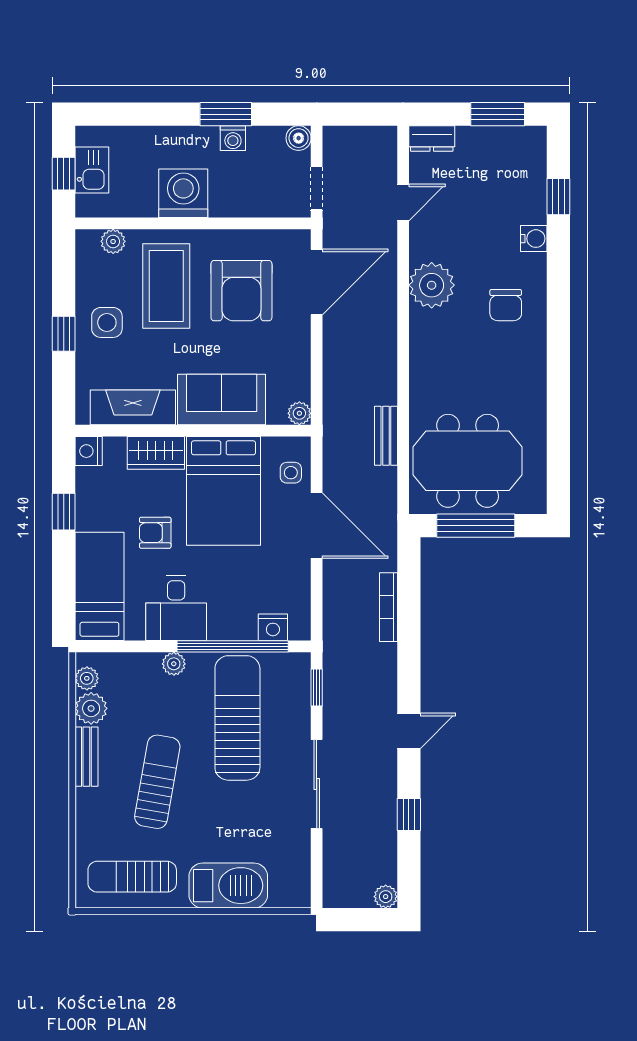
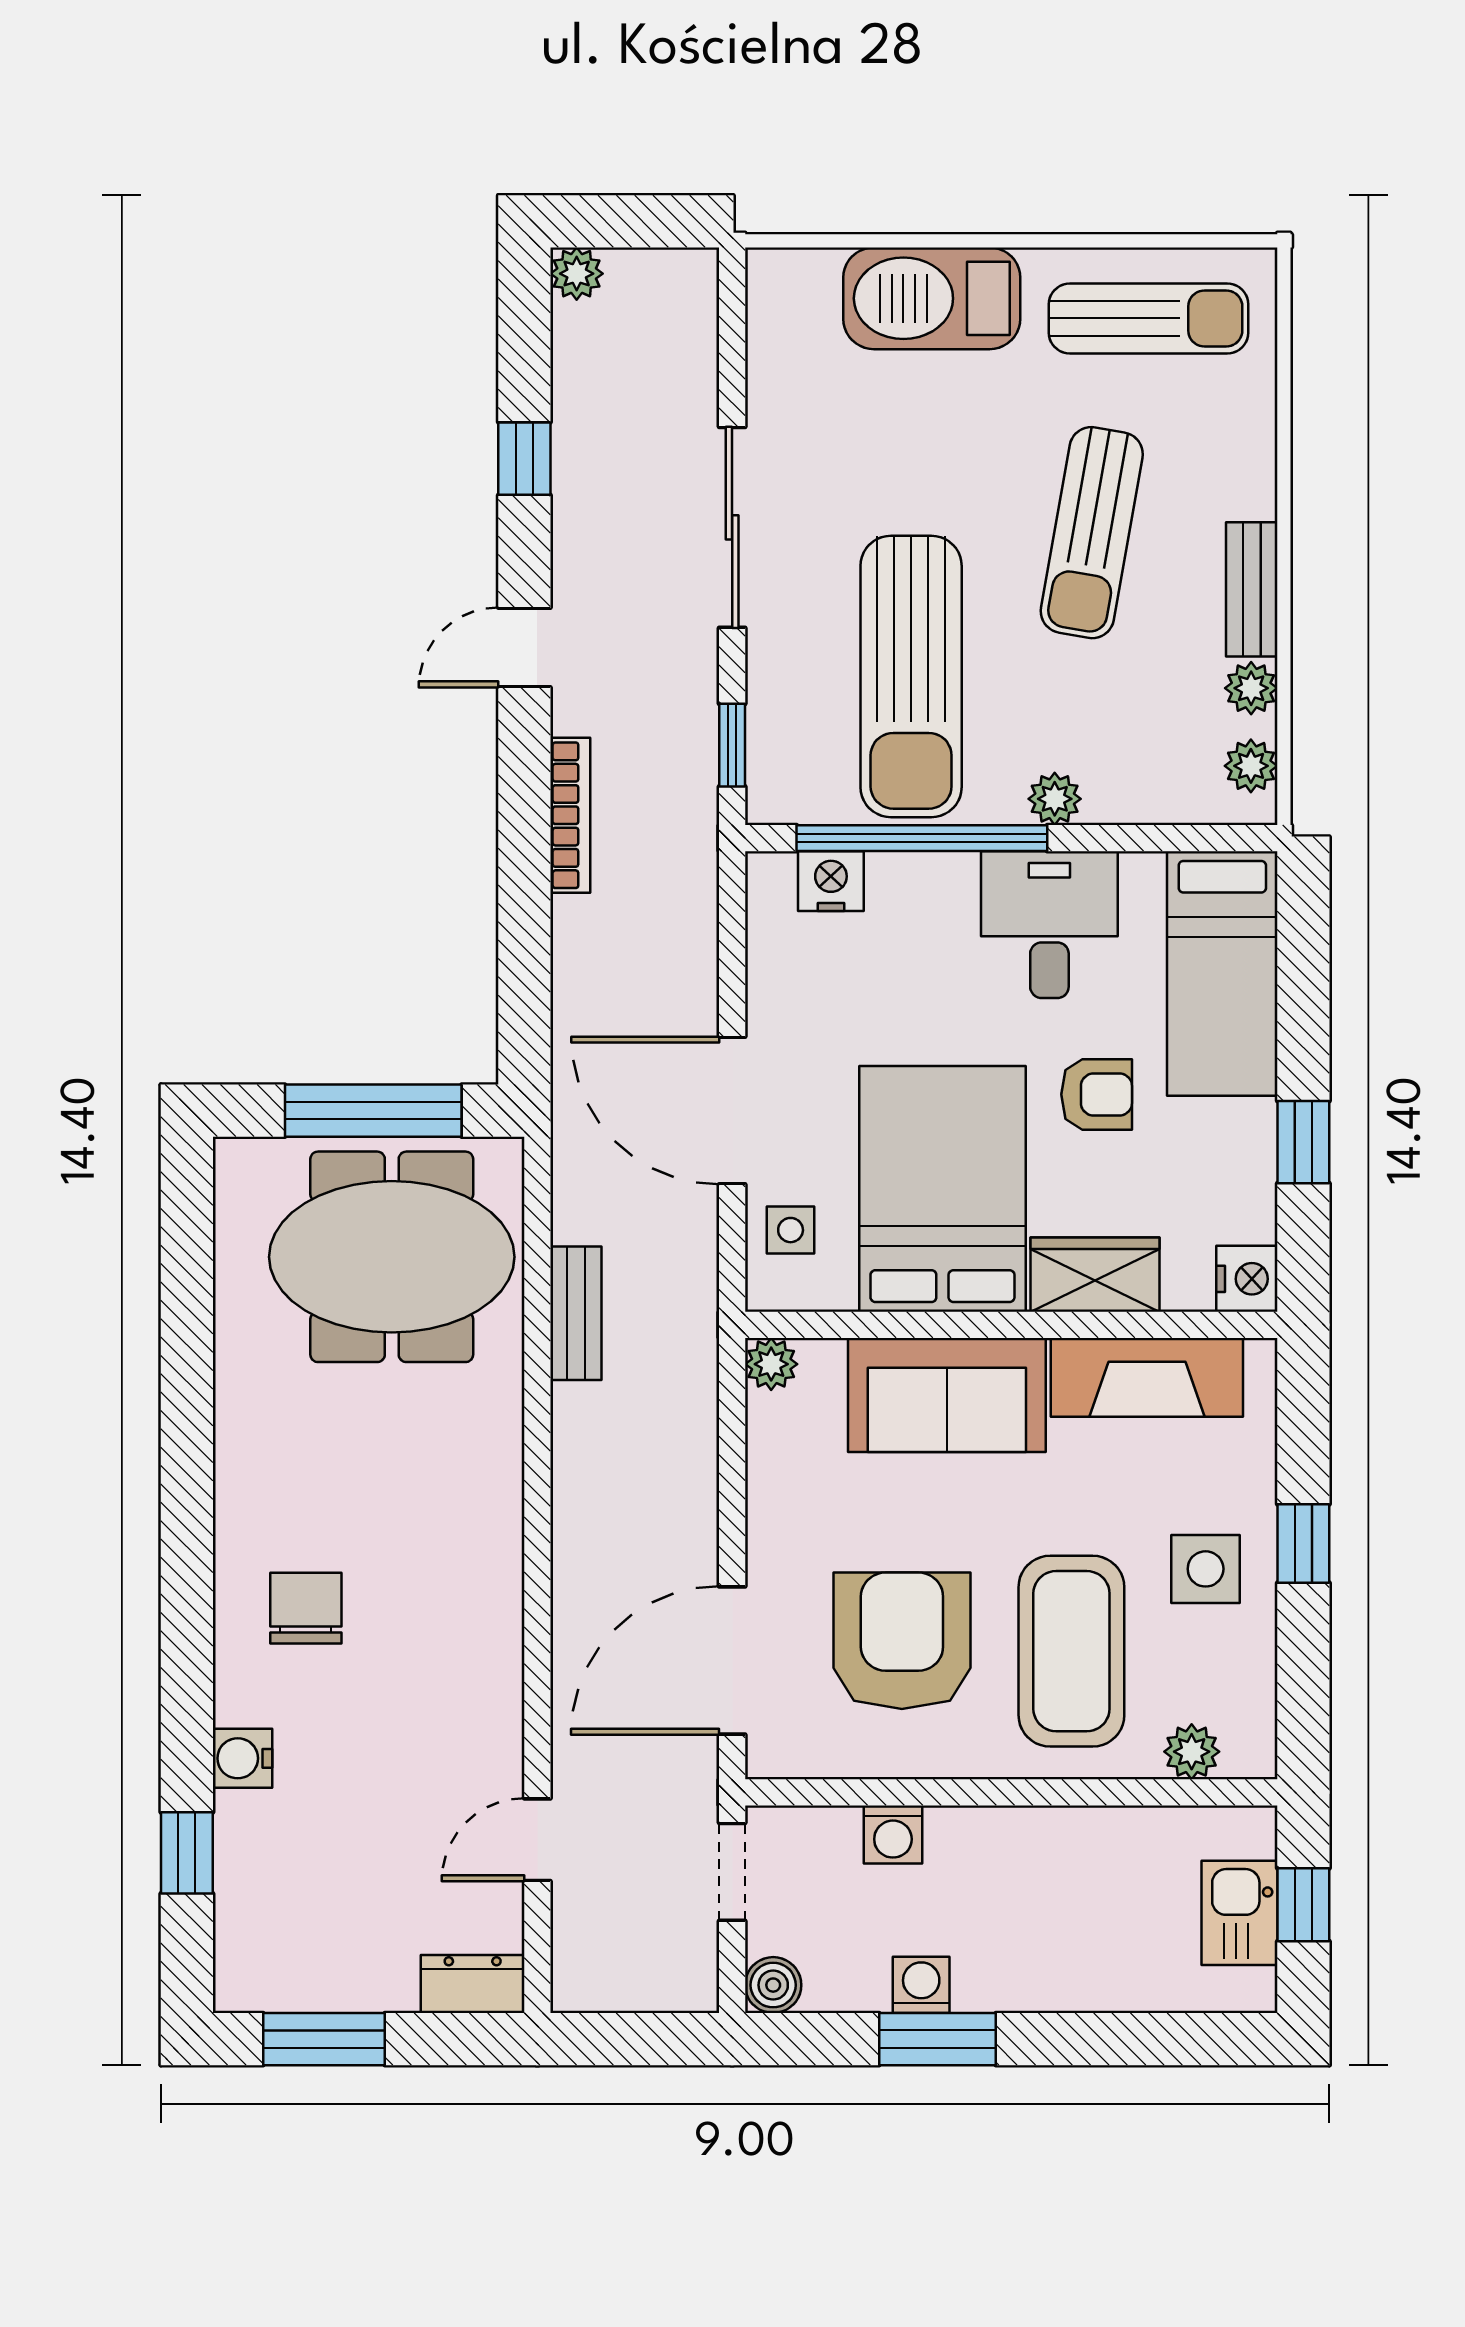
washing machine: (183, 193) -> (893, 1834), moved, width x0.53, depth x0.53
plant: (432, 285) -> (473, 1653), removed
bookcase: (388, 607) -> (570, 815), moved
plant: (91, 708) -> (1251, 688), width x0.73, depth x0.73

